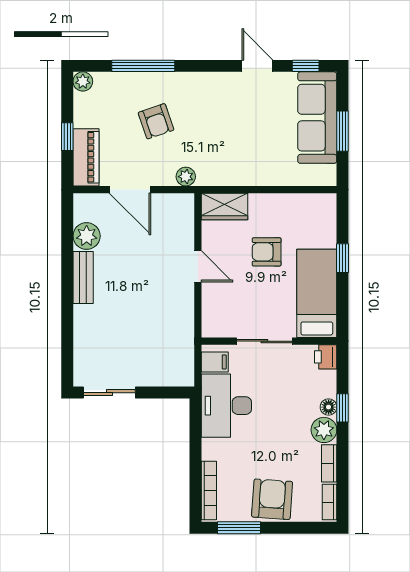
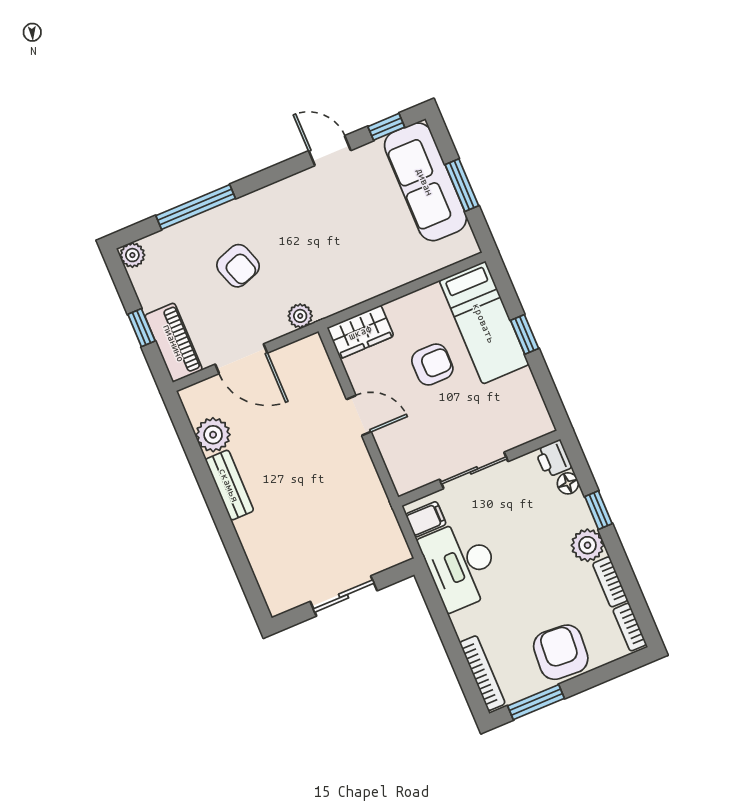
armchair: (267, 252) -> (432, 364), turned 180
bed: (317, 293) -> (484, 323), moved, turned 180
sliding door: (109, 393) -> (344, 596), moved
floor lamp: (329, 407) -> (568, 483), moved

